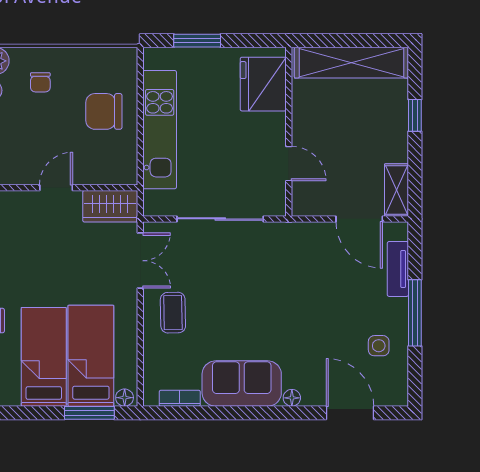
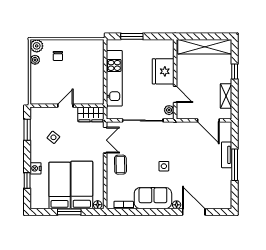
fridge: (263, 84) -> (163, 71), moved
chair: (104, 111) -> (88, 70), removed
shelving: (397, 190) -> (226, 96), moved
plant: (276, 197) -> (169, 110), added
side table: (31, 255) -> (53, 137), added
tv unit: (398, 269) -> (227, 155), moved
side table: (379, 346) -> (164, 166), moved
window: (89, 413) -> (69, 212), moved
door: (350, 413) -> (194, 212), moved

